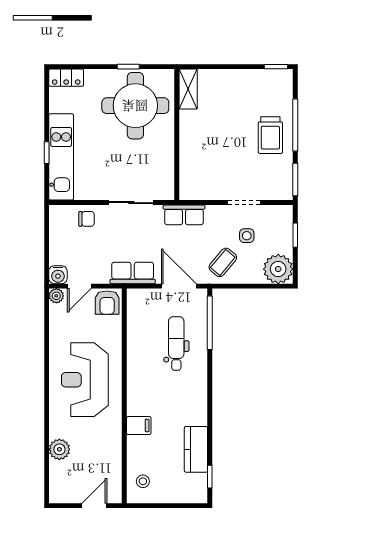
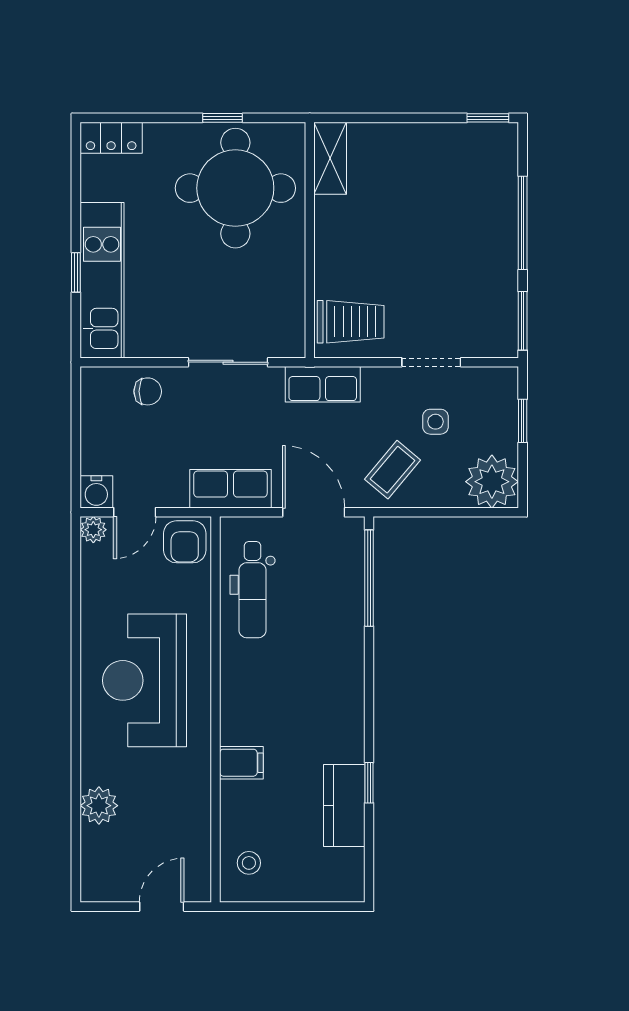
trolley: (270, 135) -> (351, 322), moved, turned -90
dental chair: (176, 343) -> (253, 590), moved, turned 180
window: (210, 477) -> (369, 783), moved

